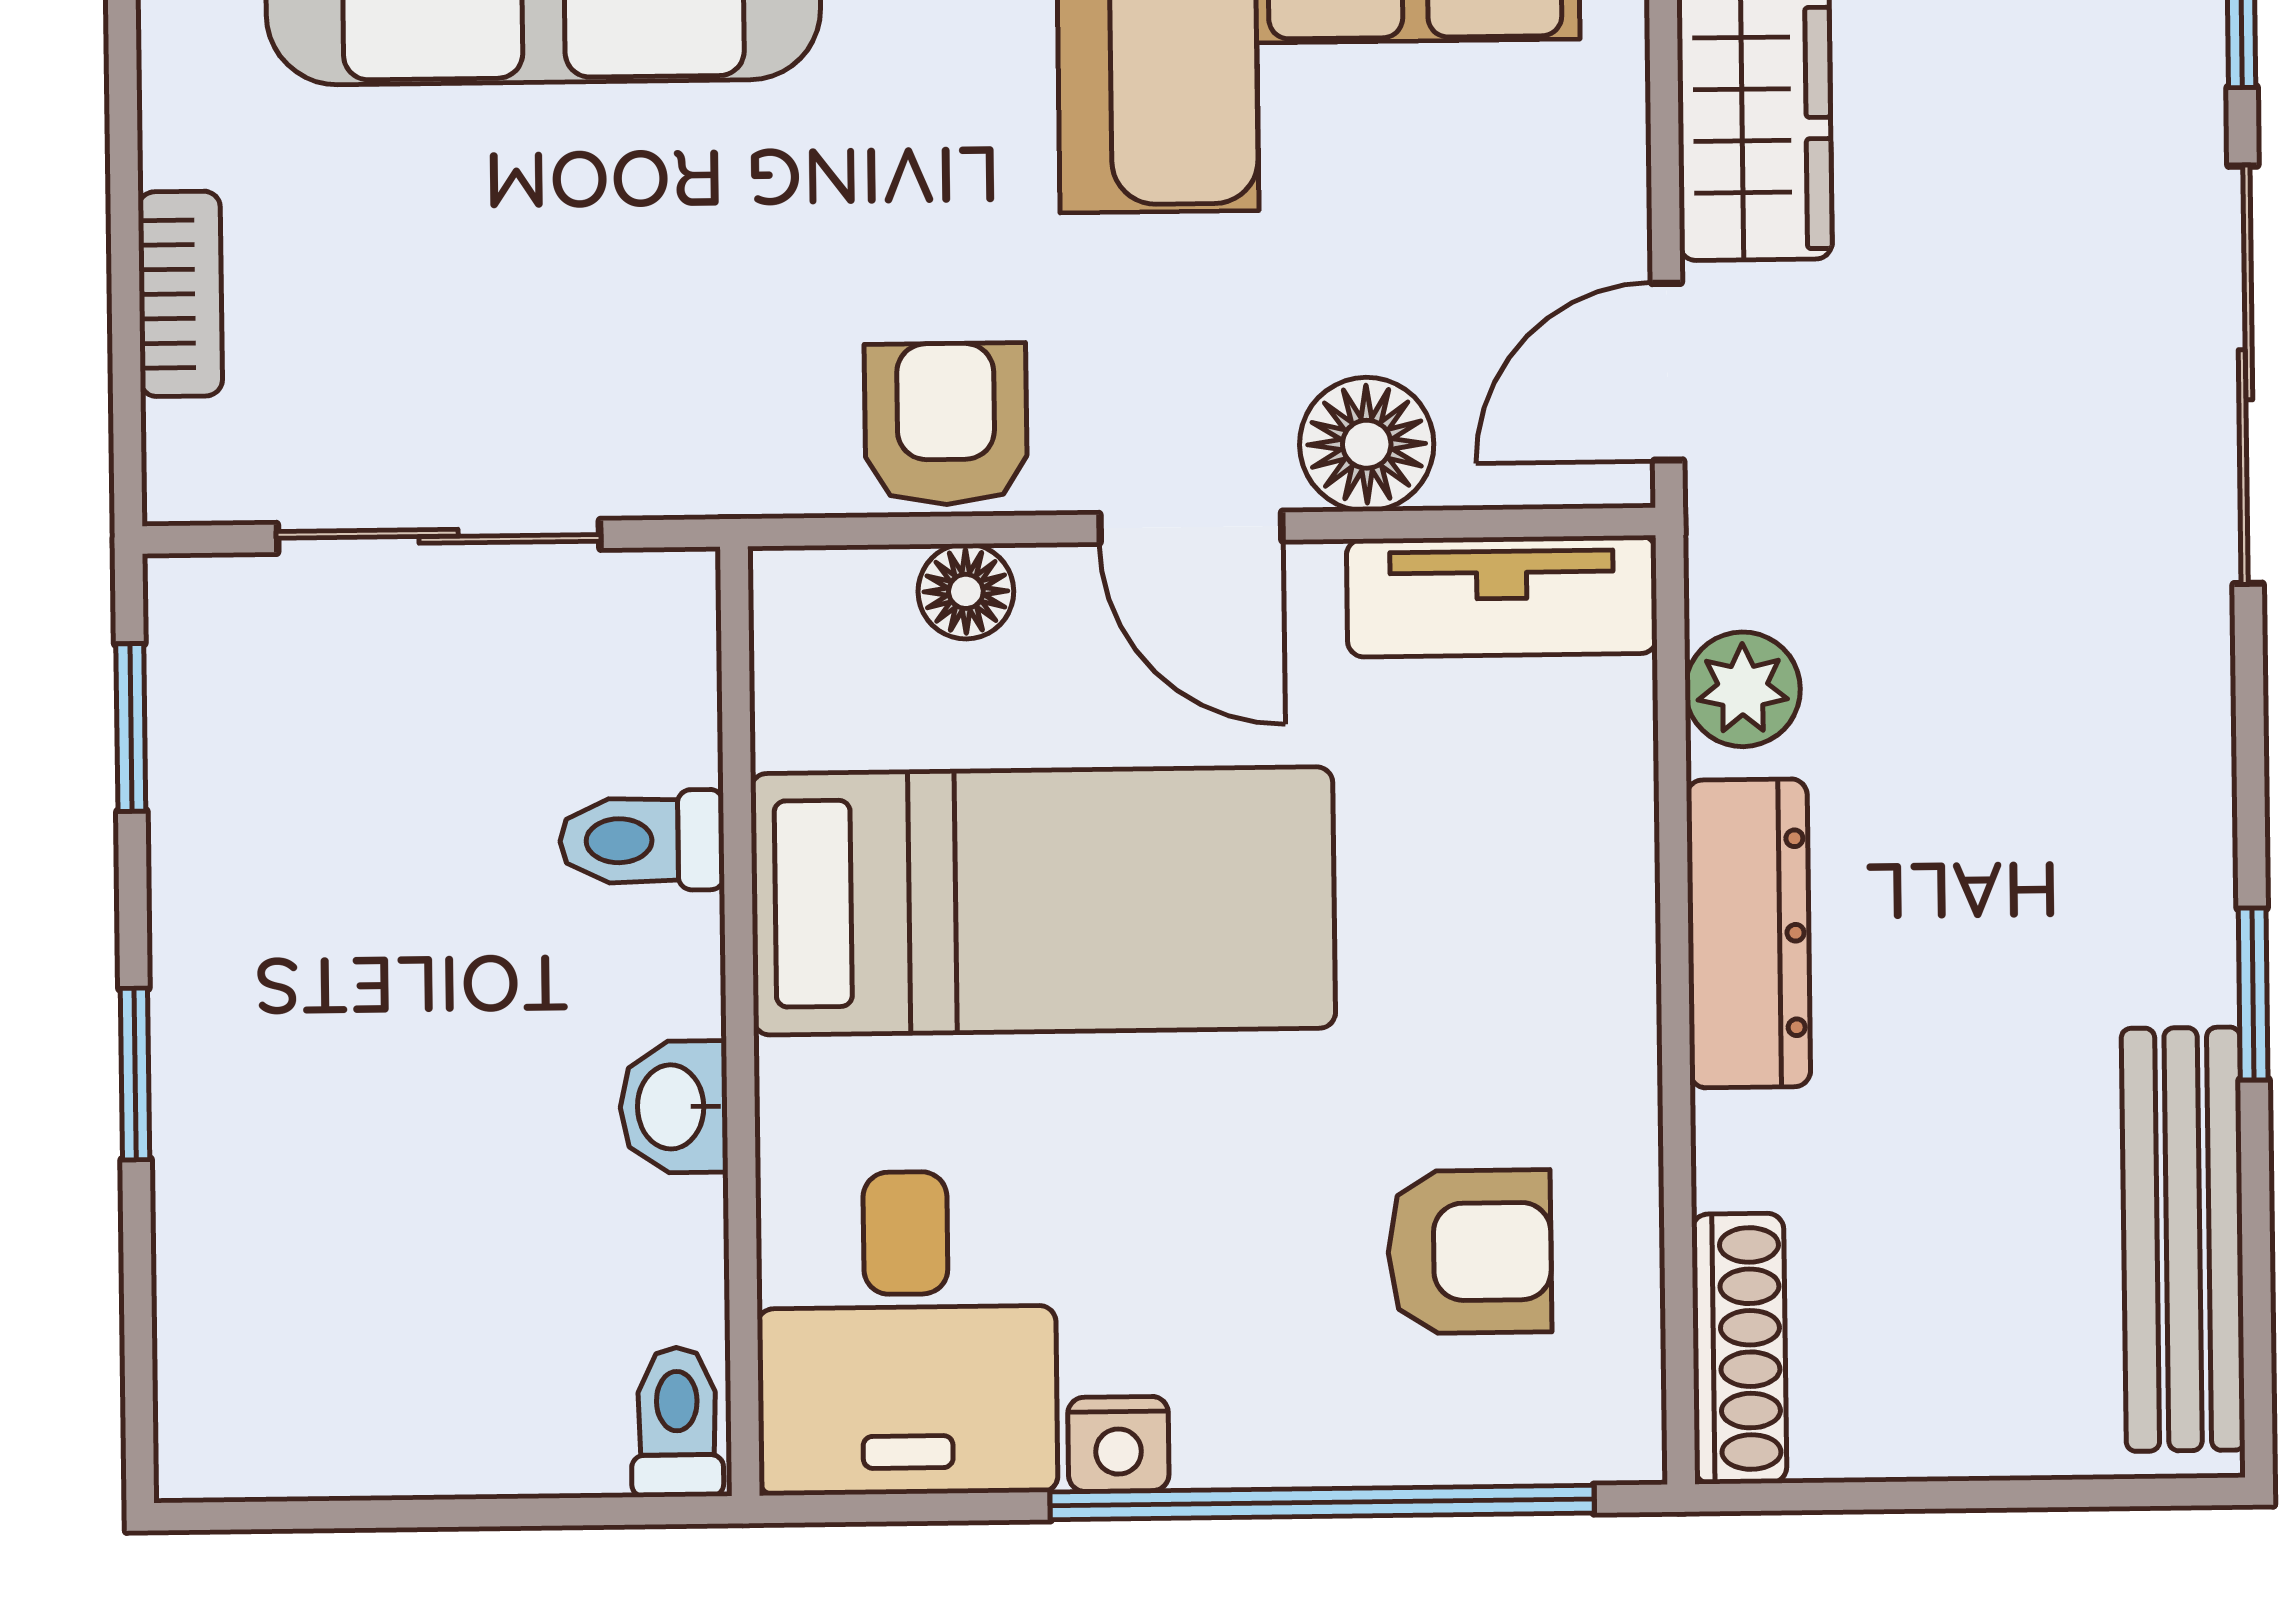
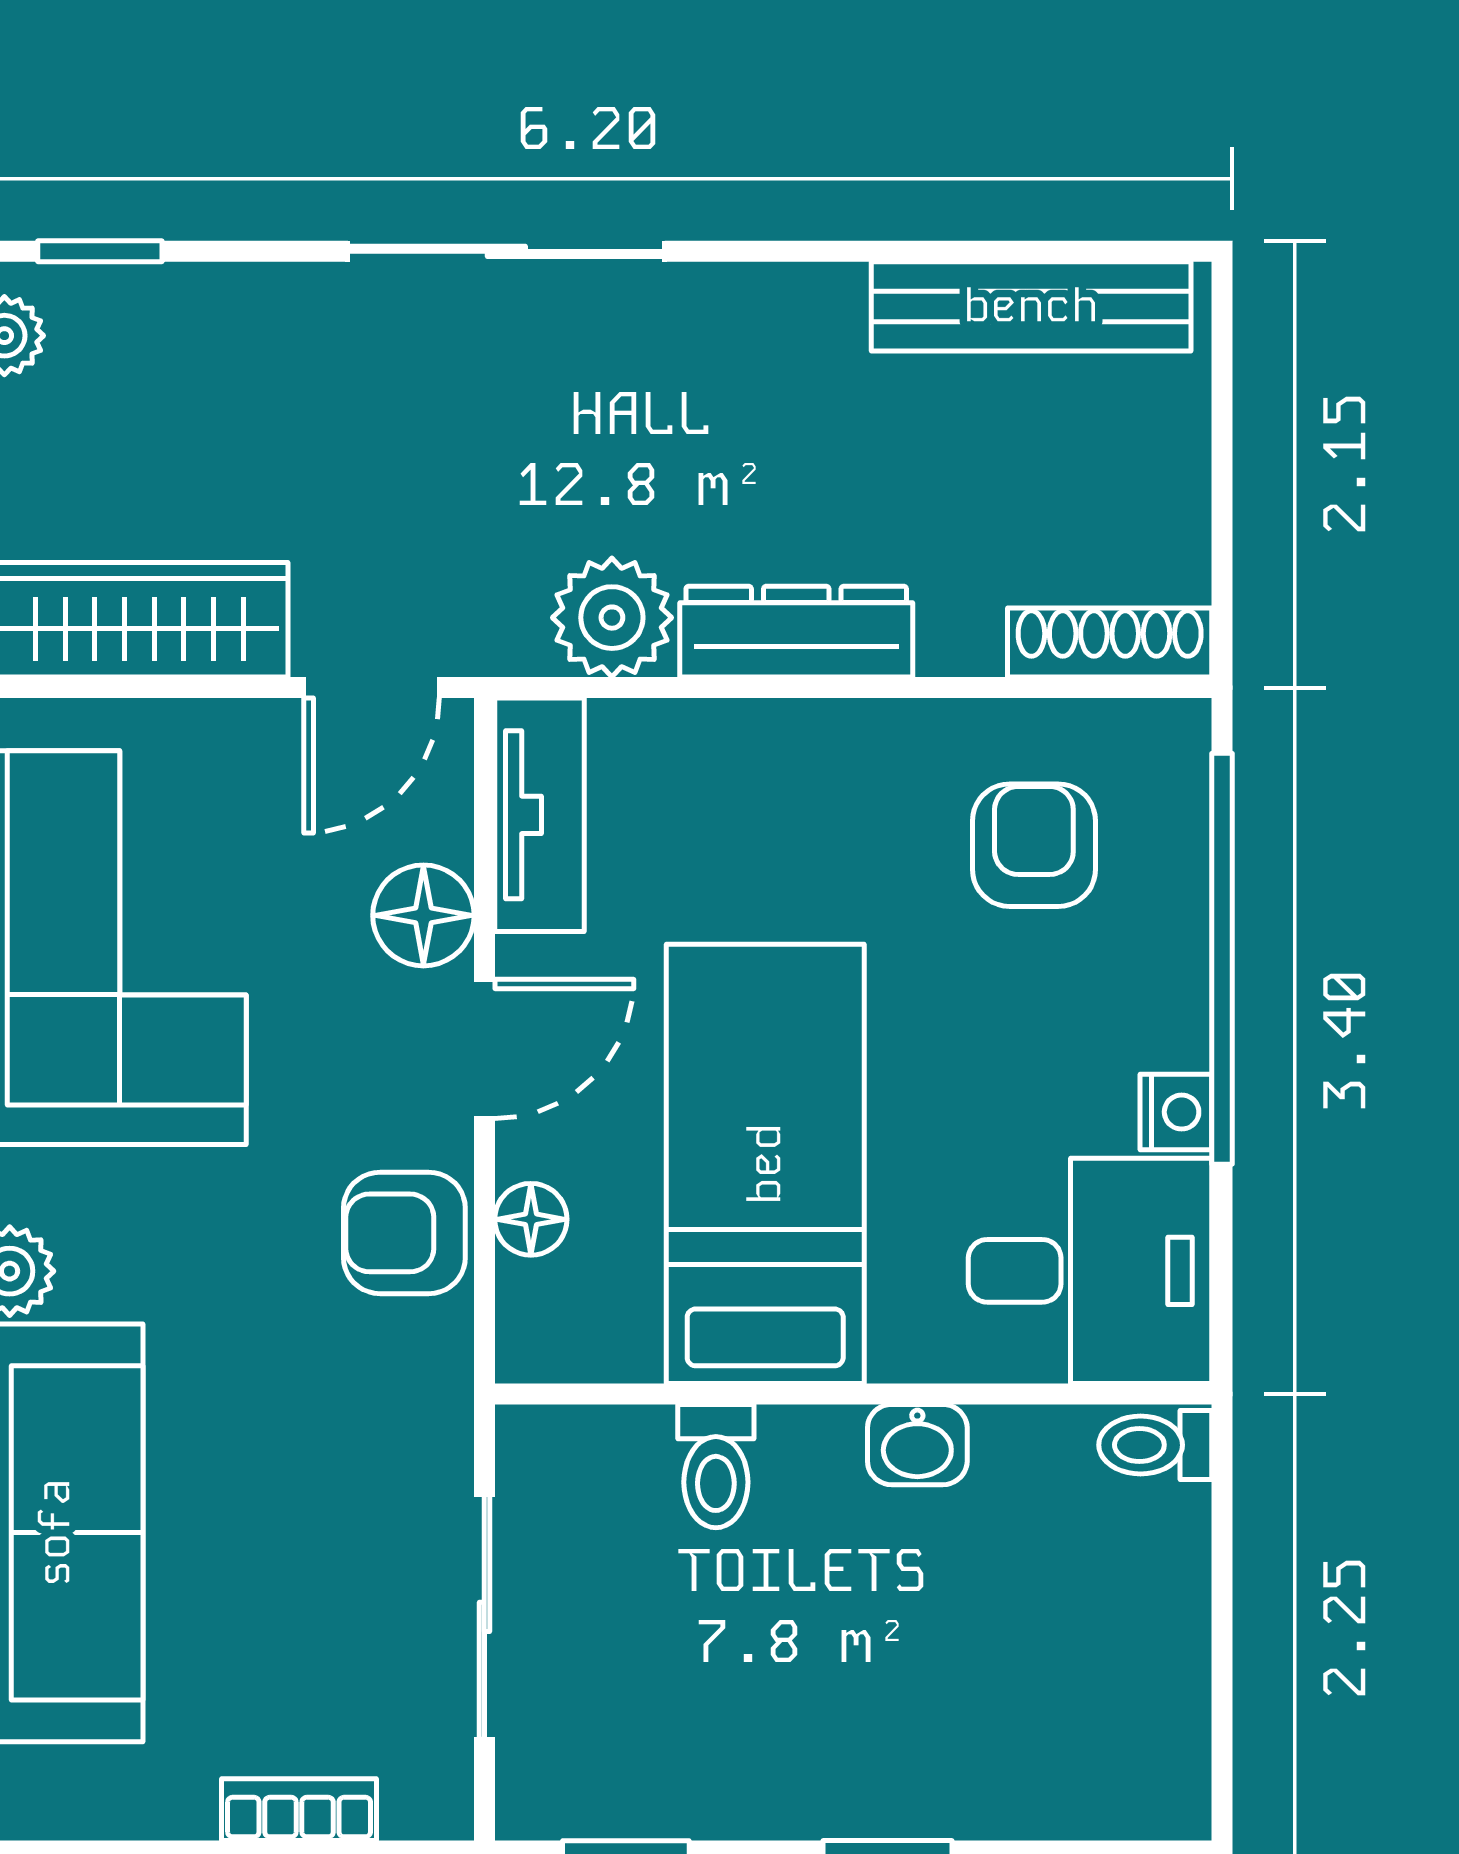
door: (1668, 372) -> (372, 688), hinge flipped
sliding door: (2246, 375) -> (506, 251), moved
plant: (1743, 689) -> (612, 618), width x1.38, depth x1.38
window: (2253, 994) -> (847, 251), removed

